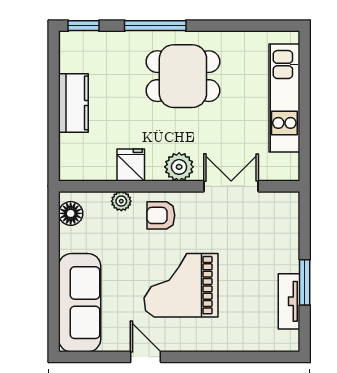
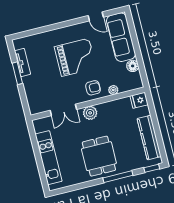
dining table: (183, 76) -> (99, 156), turned 90
kitchen counter: (73, 103) -> (149, 138), width x1.50
fridge: (131, 165) -> (139, 100), moved, turned 90
floor lamp: (71, 213) -> (133, 66), moved
door: (146, 357) -> (96, 16), moved

